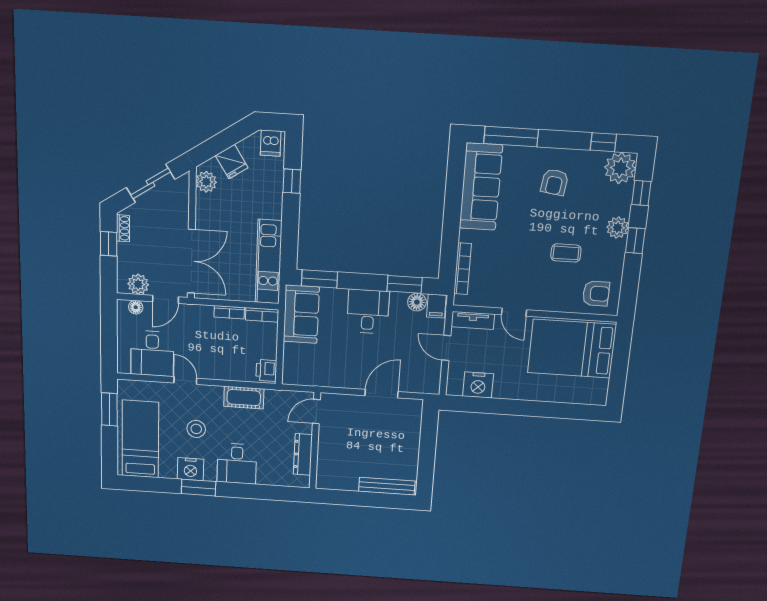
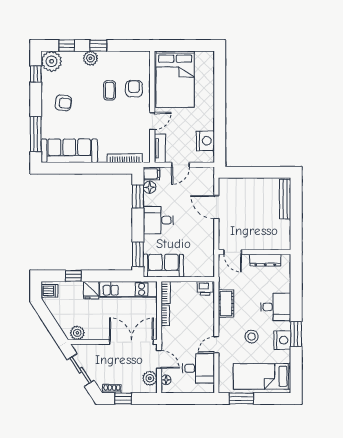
fridge: (232, 162) -> (91, 290), moved, turned 123
armchair: (596, 294) -> (134, 89), moved

